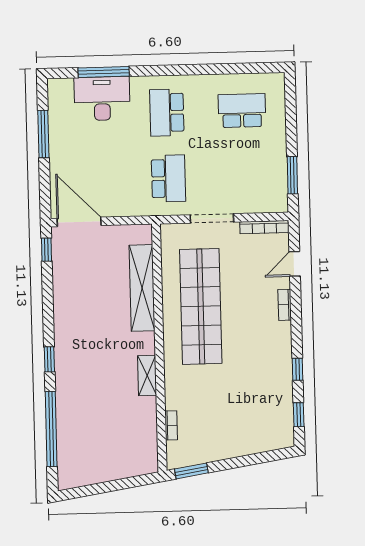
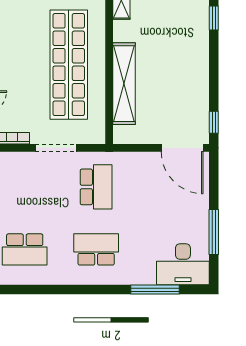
desk: (102, 99) -> (183, 264), moved
school desk: (167, 113) -> (96, 249), turned -90
school desk: (169, 178) -> (96, 187), turned 180

